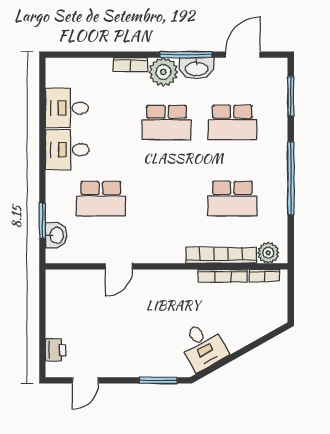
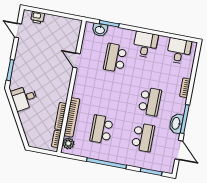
plant: (163, 72) -> (178, 105), removed
desk: (67, 108) -> (179, 51), moved
school desk: (167, 122) -> (150, 102), turned 180
school desk: (232, 122) -> (143, 137), turned 180

